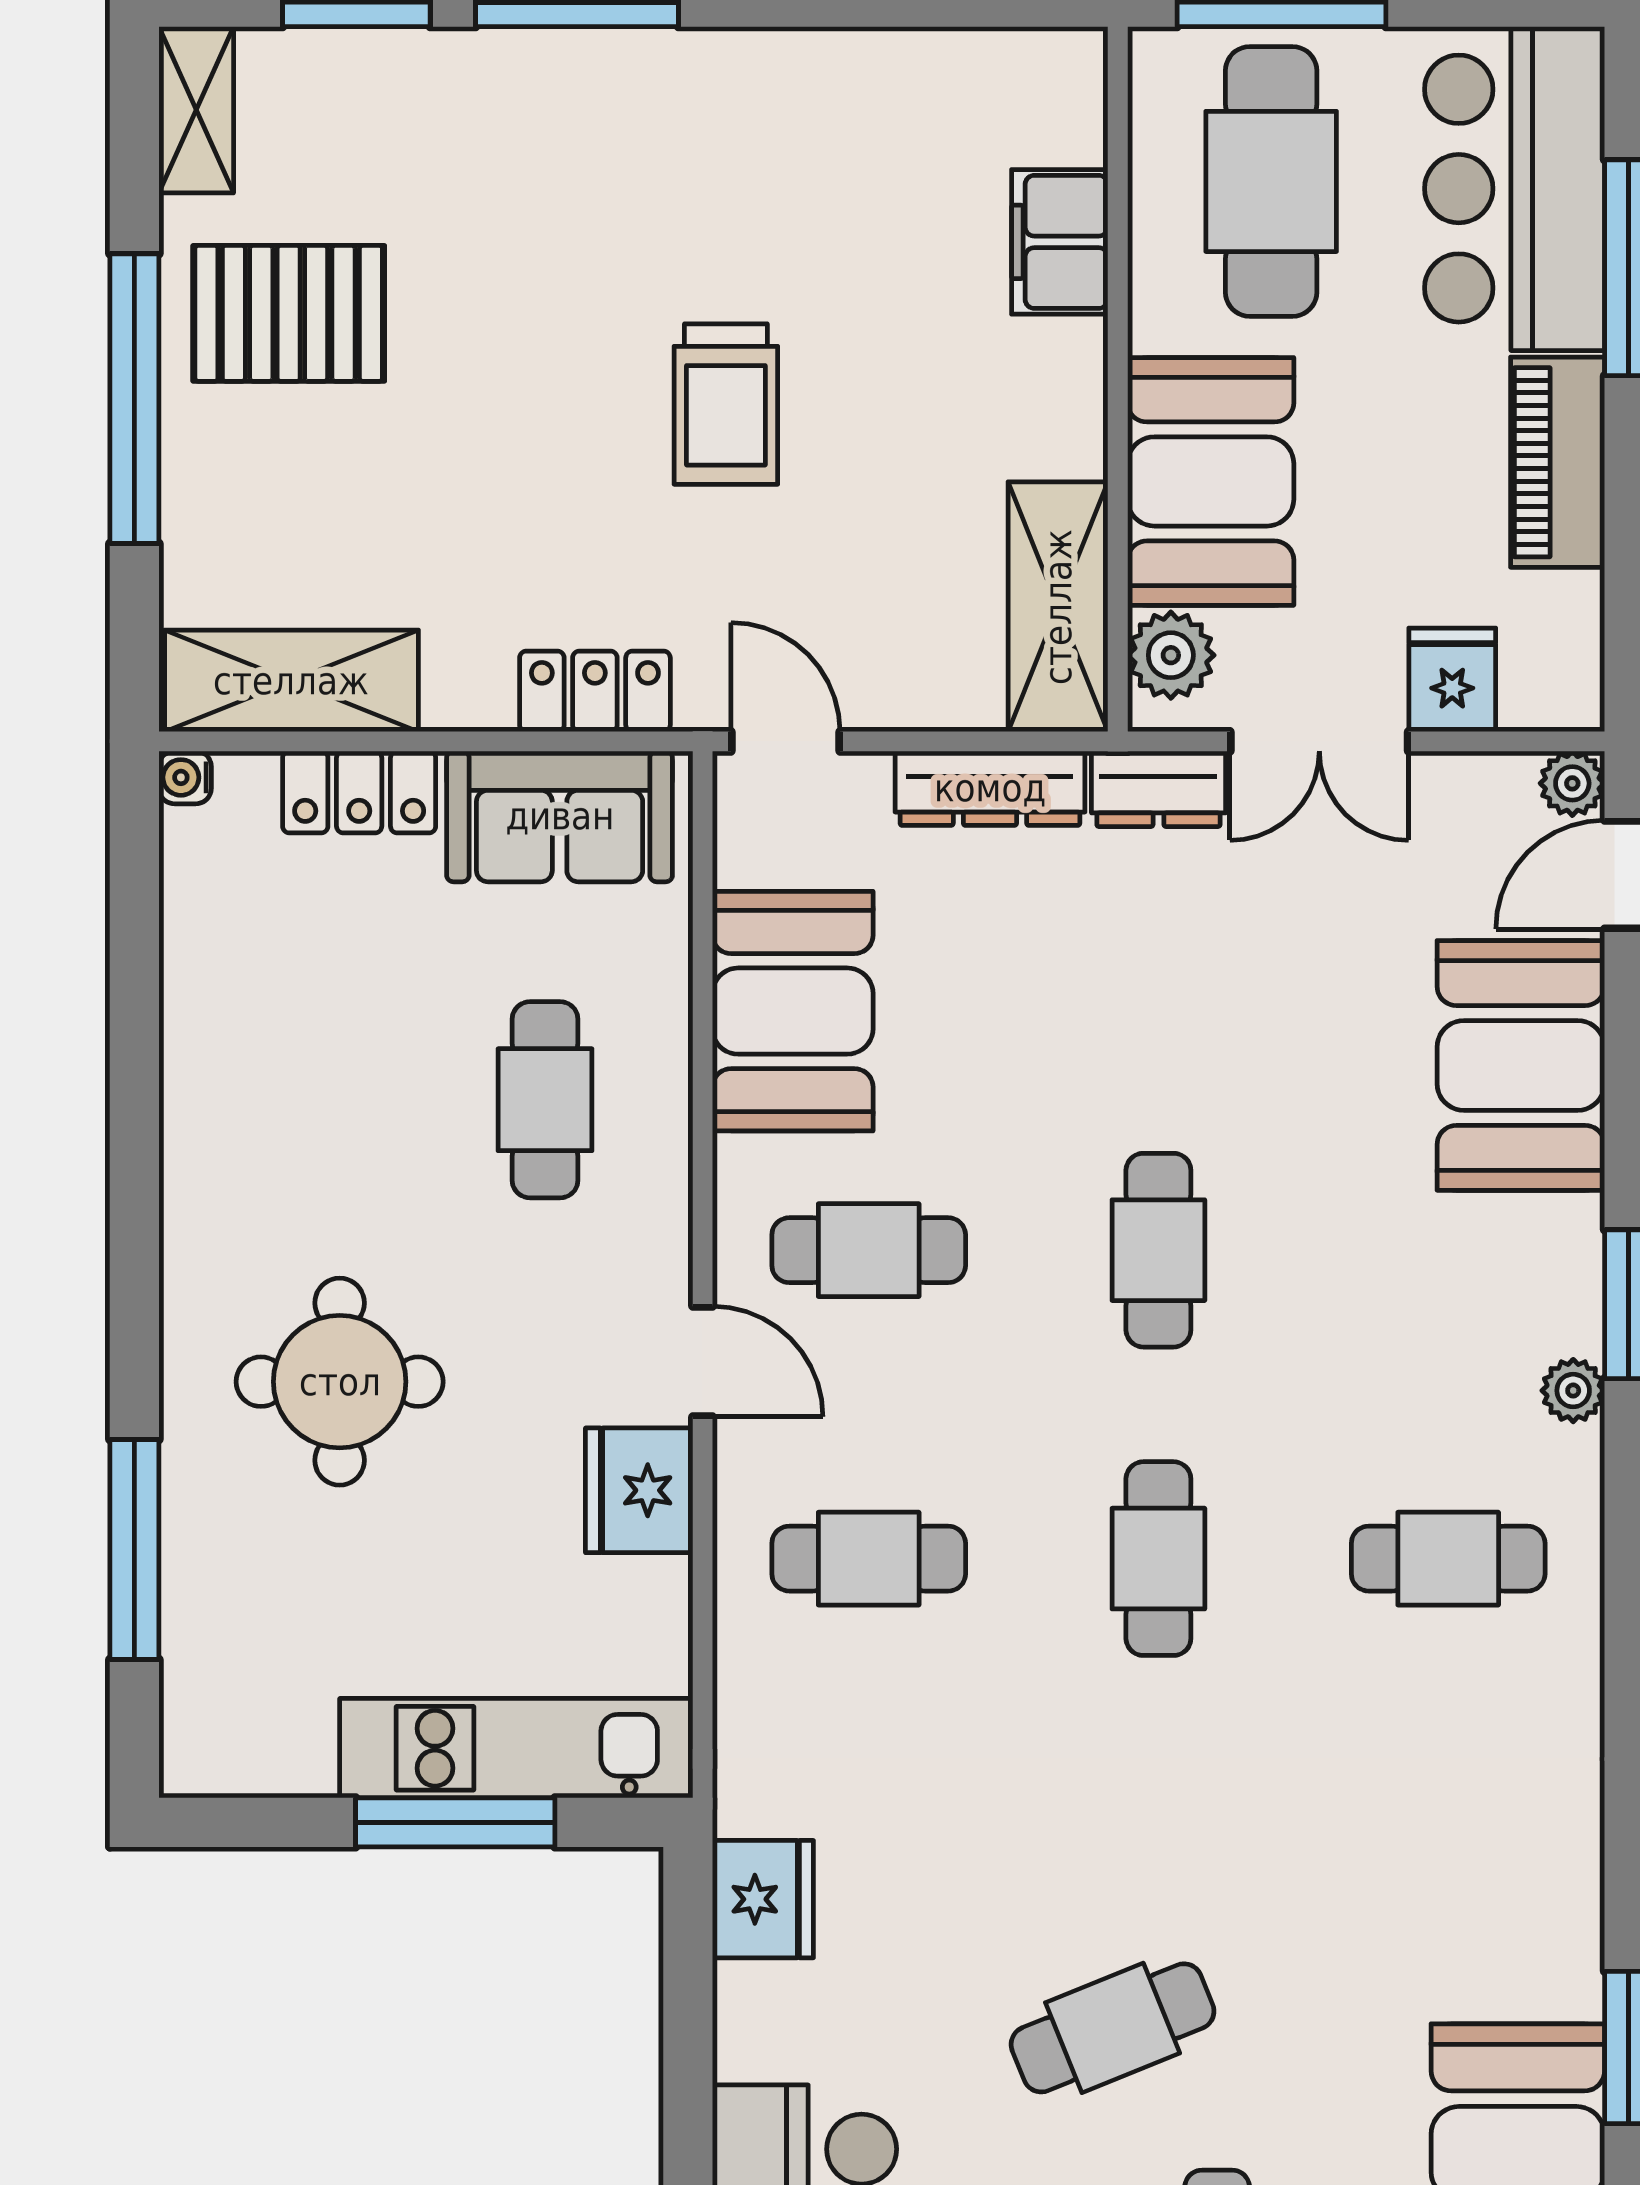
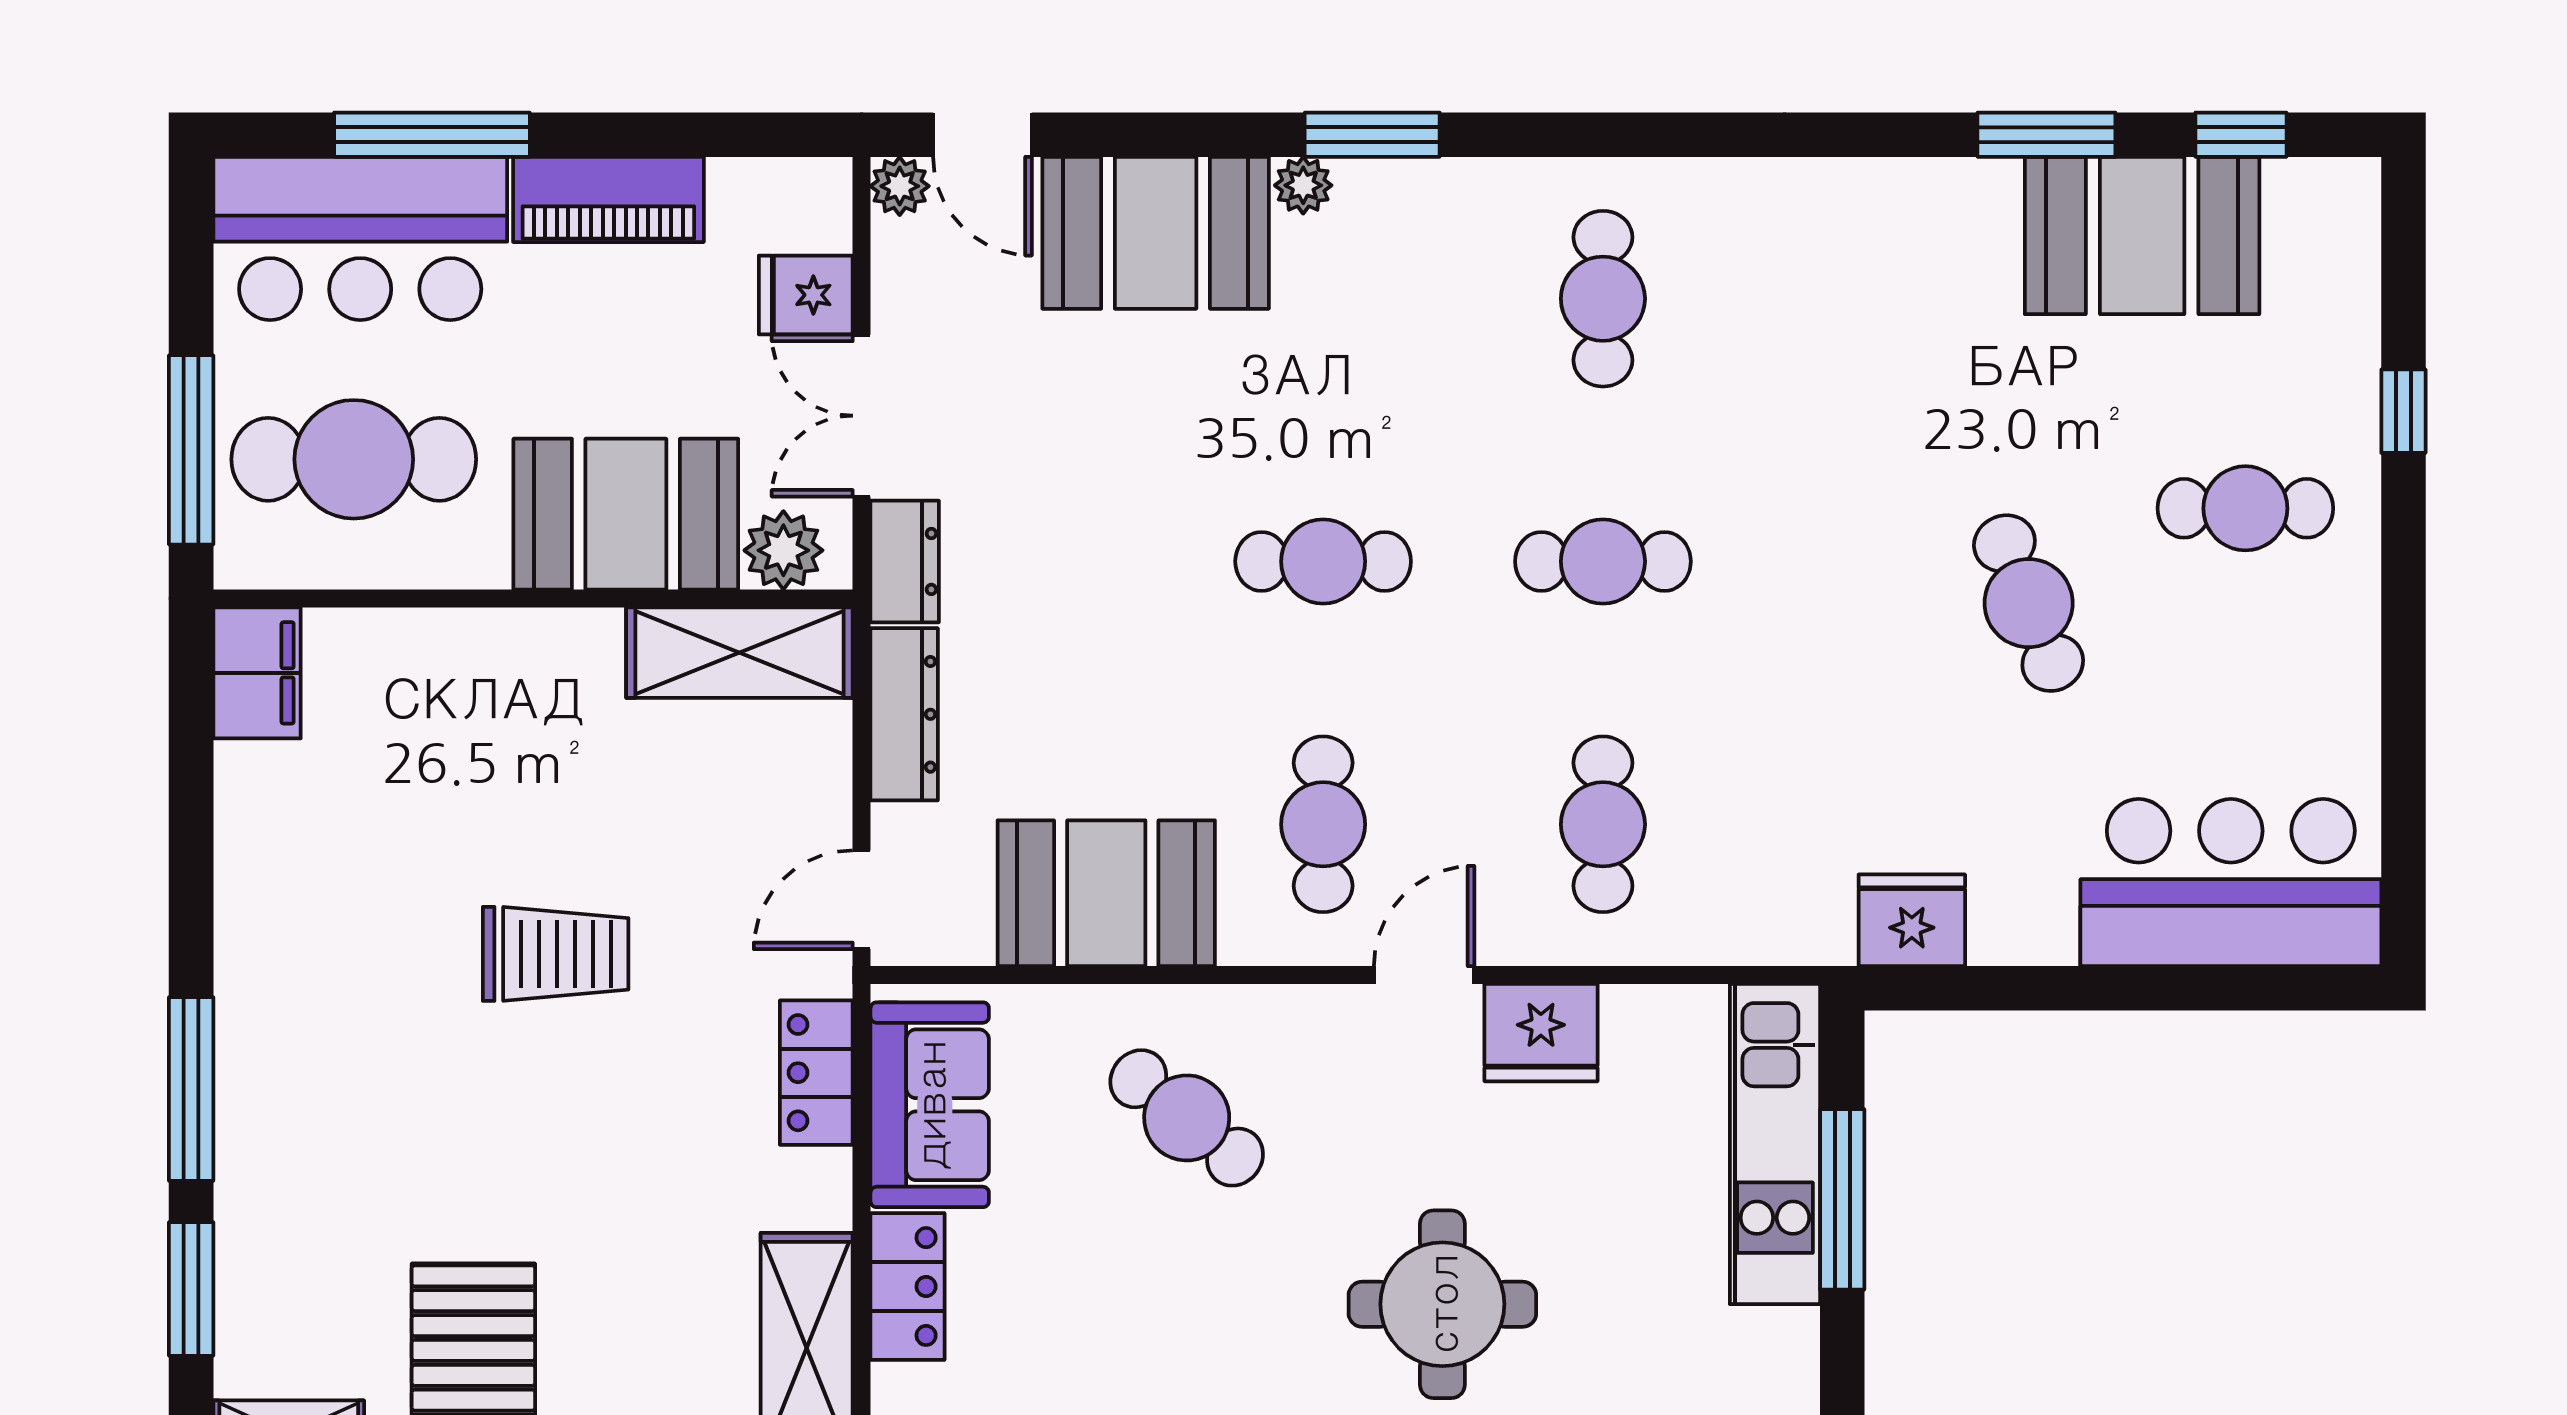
filing cabinet: (1060, 242) -> (257, 673), moved, turned -90
double door: (1319, 741) -> (862, 416), swing flipped
cafe table: (545, 1100) -> (1187, 1118), turned 39
plant: (1573, 1391) -> (1303, 185), moved

